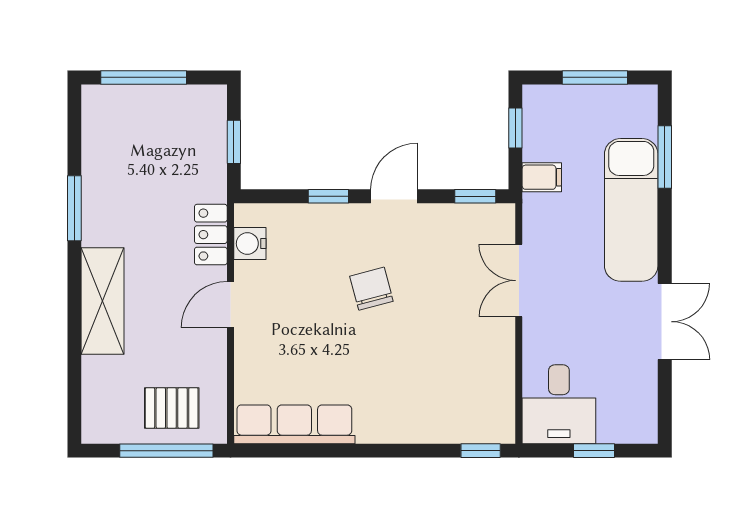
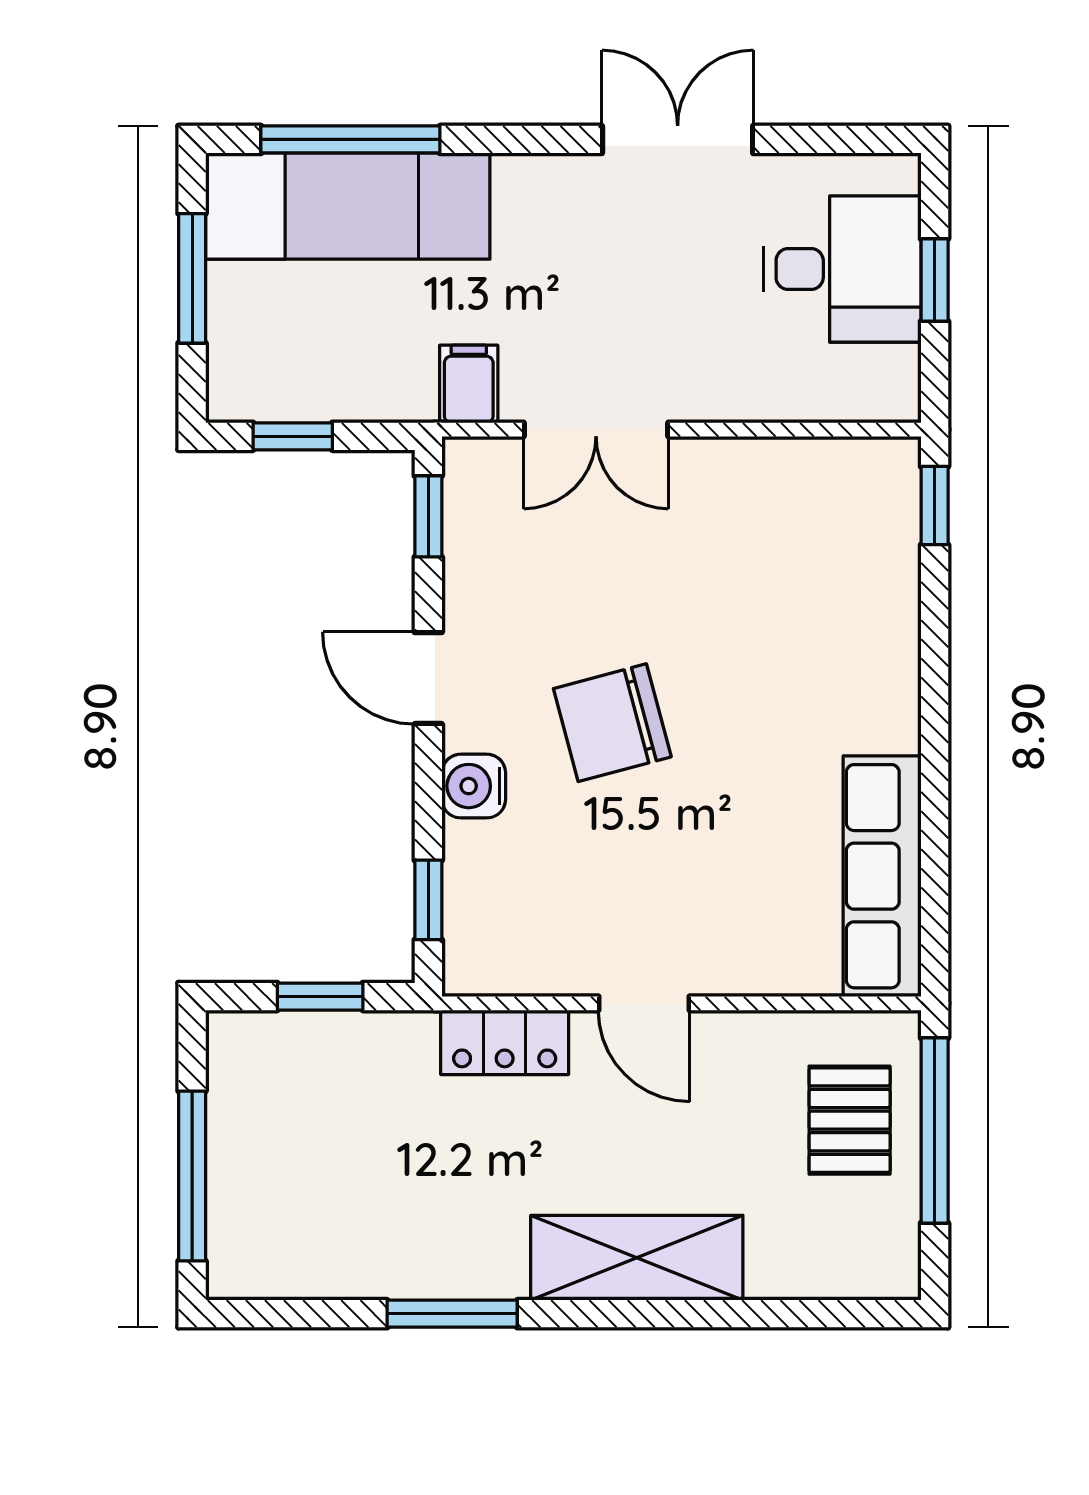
window: (665, 157) -> (350, 139), width x1.44
filing cabinet: (542, 177) -> (469, 384), moved
window: (328, 196) -> (428, 900), moved
exam couch: (631, 210) -> (348, 206), moved
water cooler: (250, 244) -> (474, 786), moved, turned 90
chair: (371, 289) -> (612, 723), width x1.37, depth x1.37
desk: (559, 404) -> (842, 269), moved

